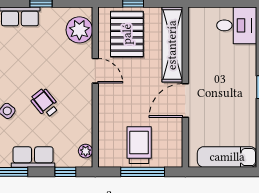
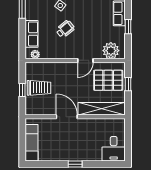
row of seats: (33, 157) -> (31, 34), moved
window: (65, 172) -> (22, 42), removed
window: (143, 172) -> (22, 90), width x0.46

